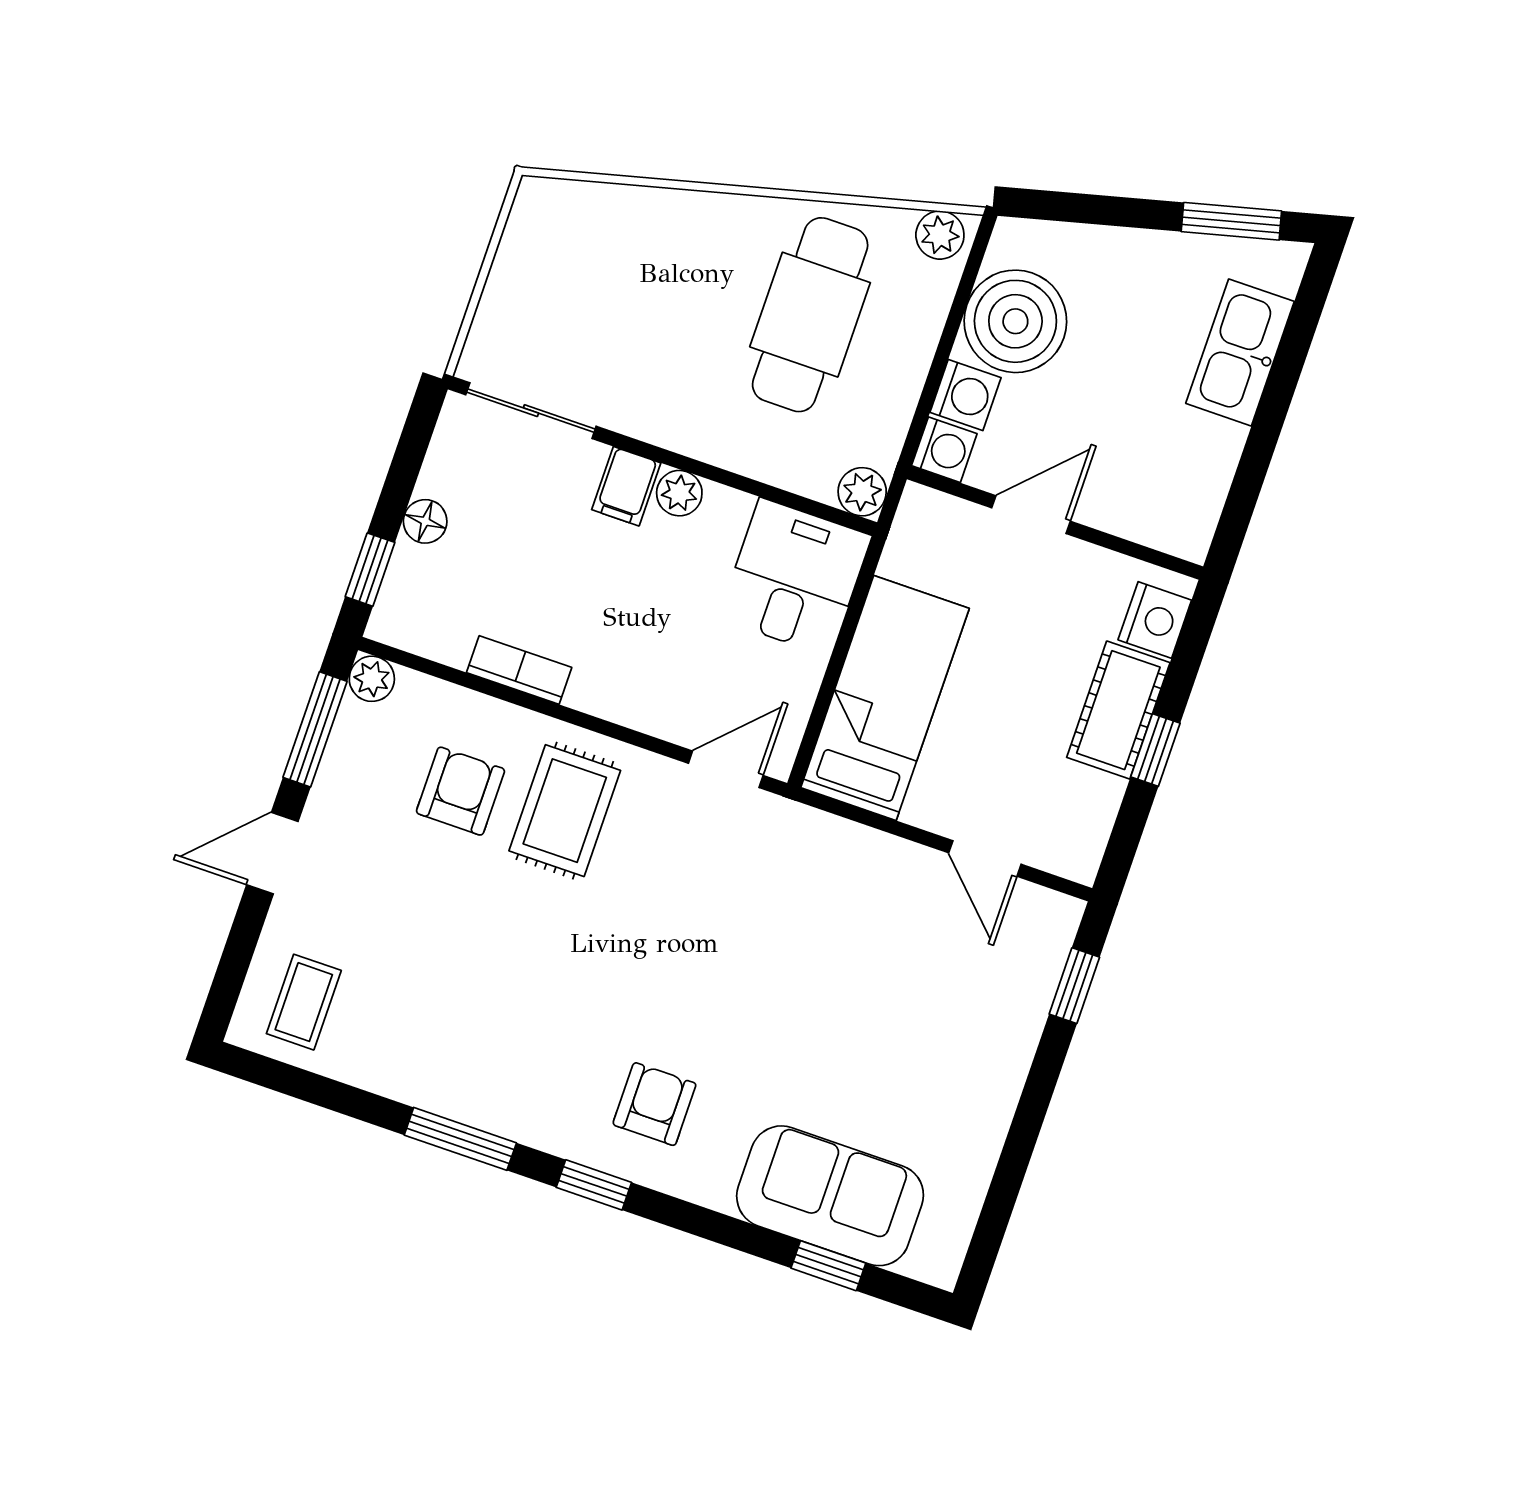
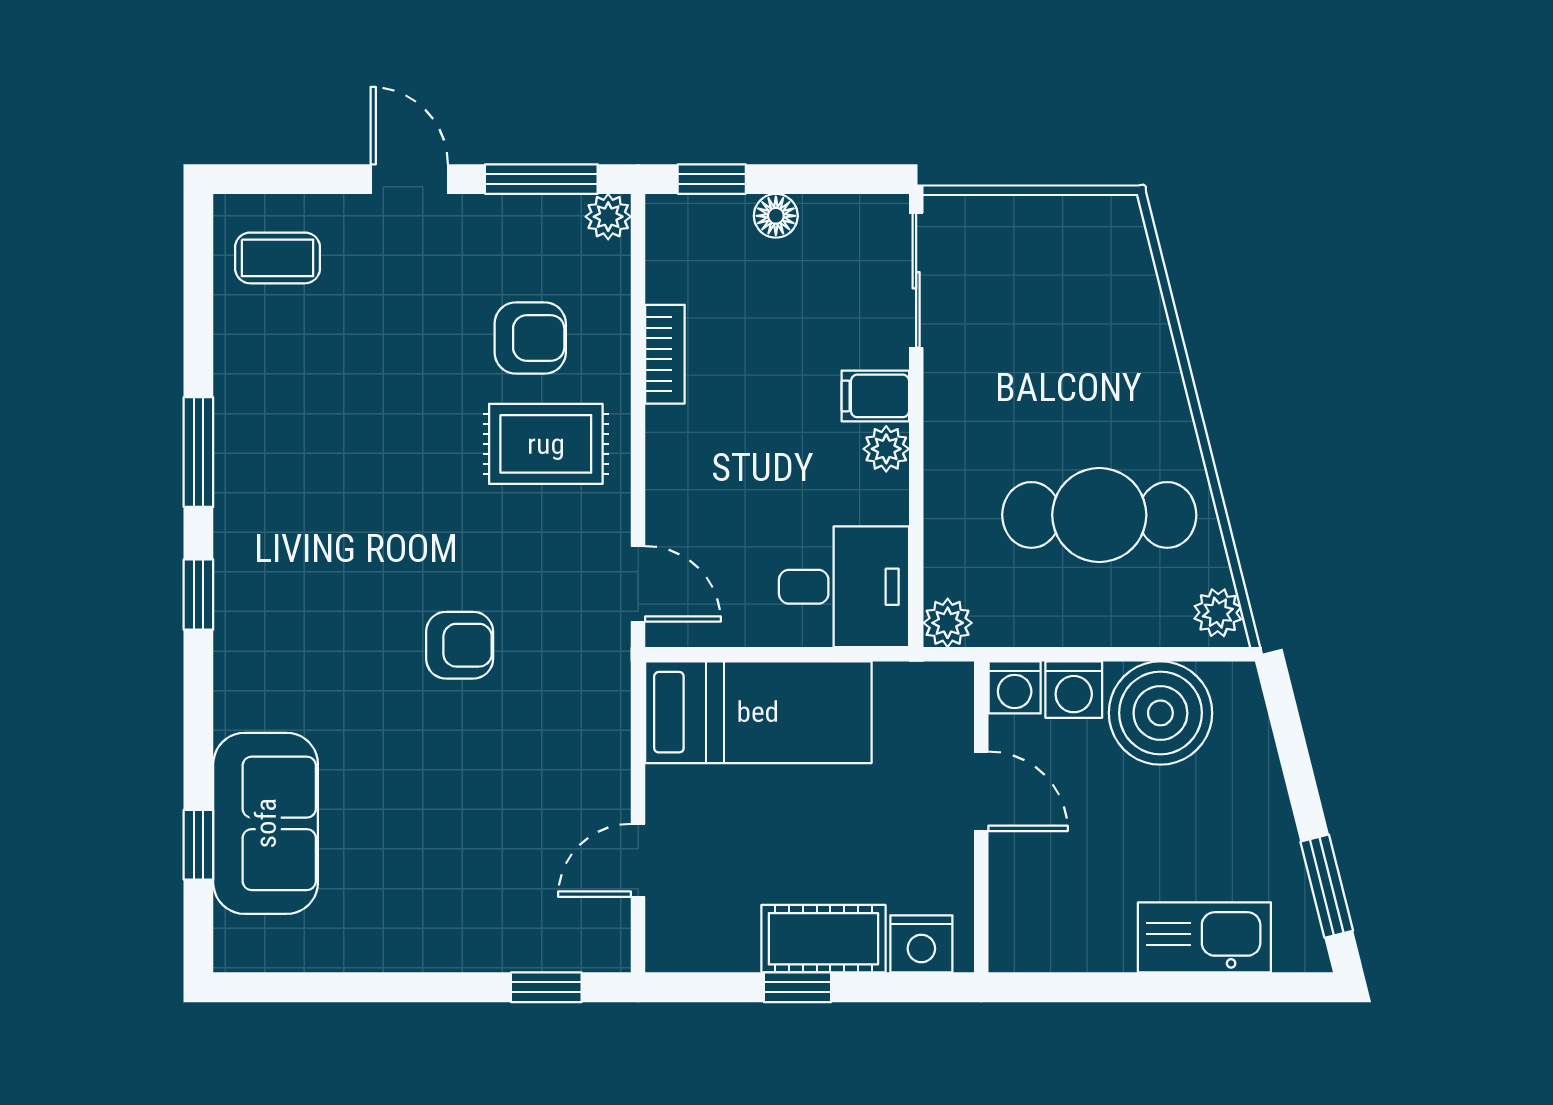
armchair: (654, 1104) -> (460, 645), moved

